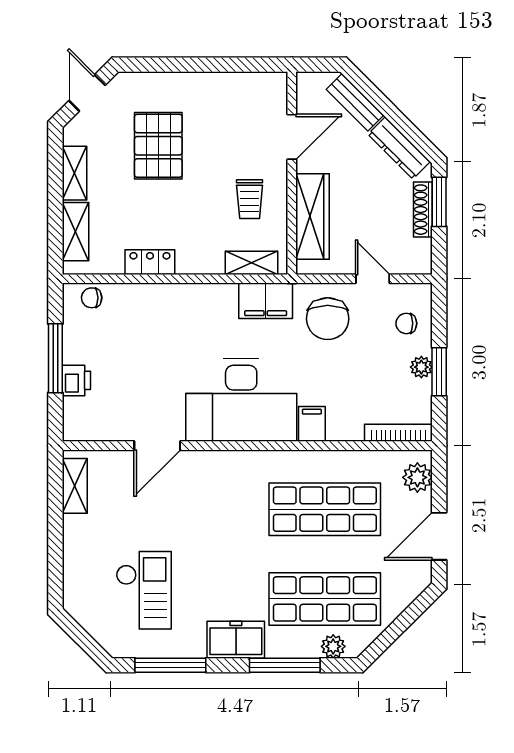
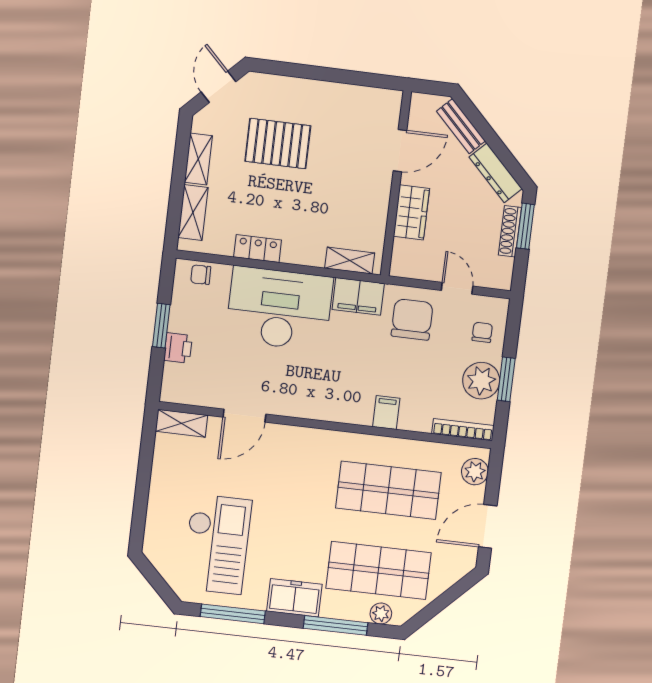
pallet: (158, 146) -> (278, 143), turned 90
trolley: (250, 199) -> (355, 203), removed
wardrobe: (313, 217) -> (411, 212), width x0.67
chair: (328, 319) -> (412, 319), turned 180
chair: (406, 323) -> (482, 332), turned 90
window: (55, 358) -> (161, 326), width x0.69
plant: (421, 367) -> (481, 381), width x1.88, depth x1.88
desk: (241, 400) -> (279, 309), moved, turned 180
shelving: (75, 486) -> (182, 423), moved, turned 90
checkout: (144, 590) -> (217, 544), width x1.36, depth x1.21

